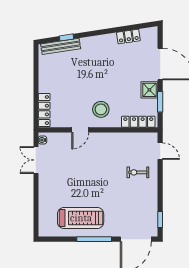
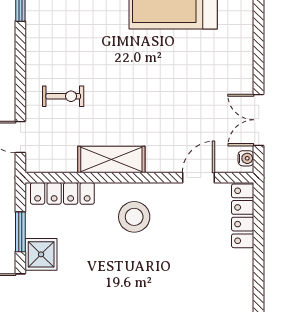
door: (80, 130) -> (198, 178), moved
shelving: (113, 139) -> (111, 160), added
double door: (36, 160) -> (259, 120), swing flipped

